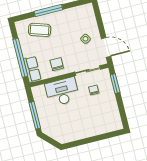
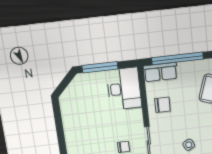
desk: (62, 92) -> (124, 89), moved

